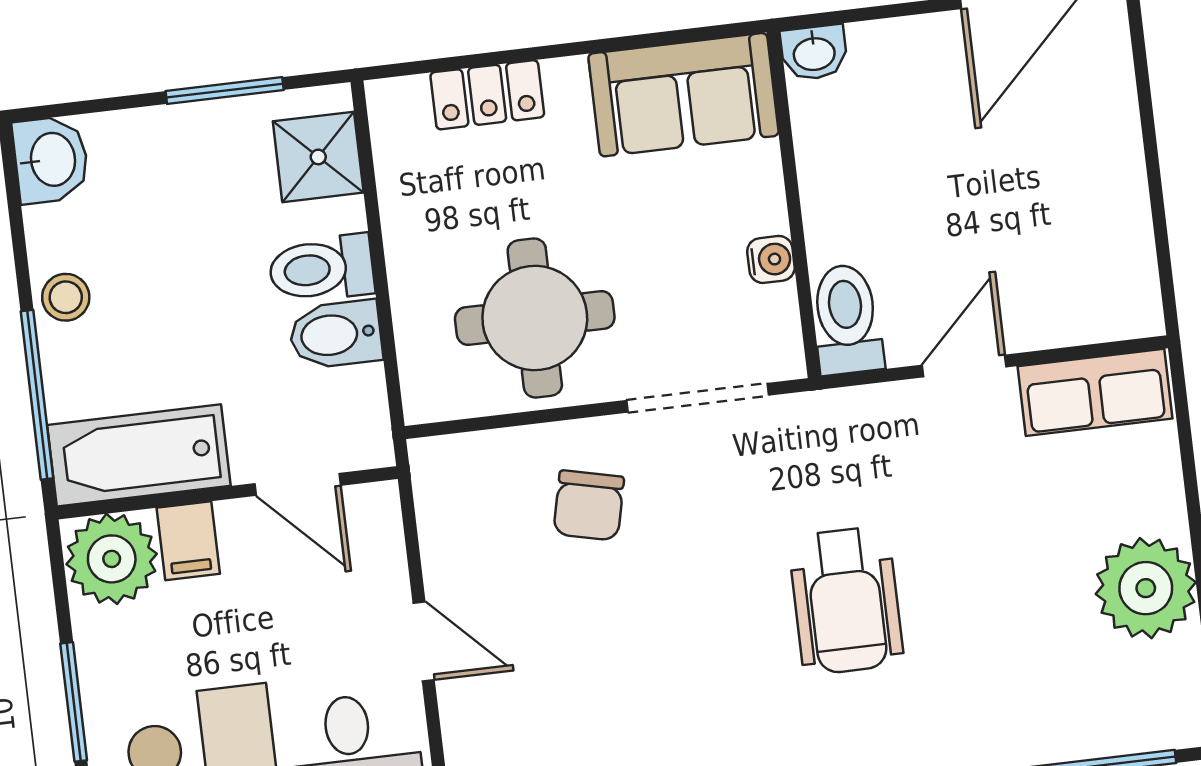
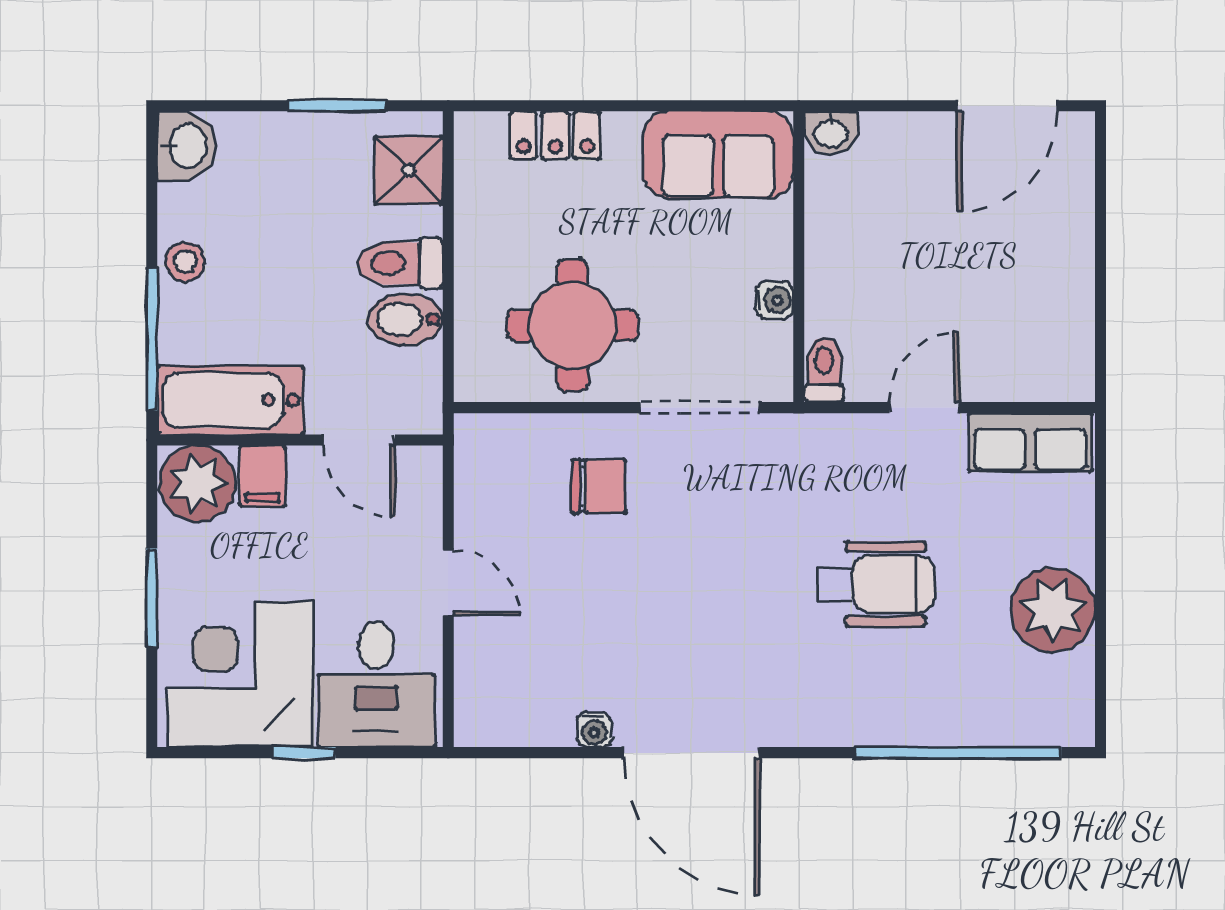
toilet: (847, 319) -> (824, 370), width x0.73, depth x0.72
chair: (589, 505) -> (599, 486), turned -103
wheelchair: (846, 601) -> (876, 584), moved, turned -90

